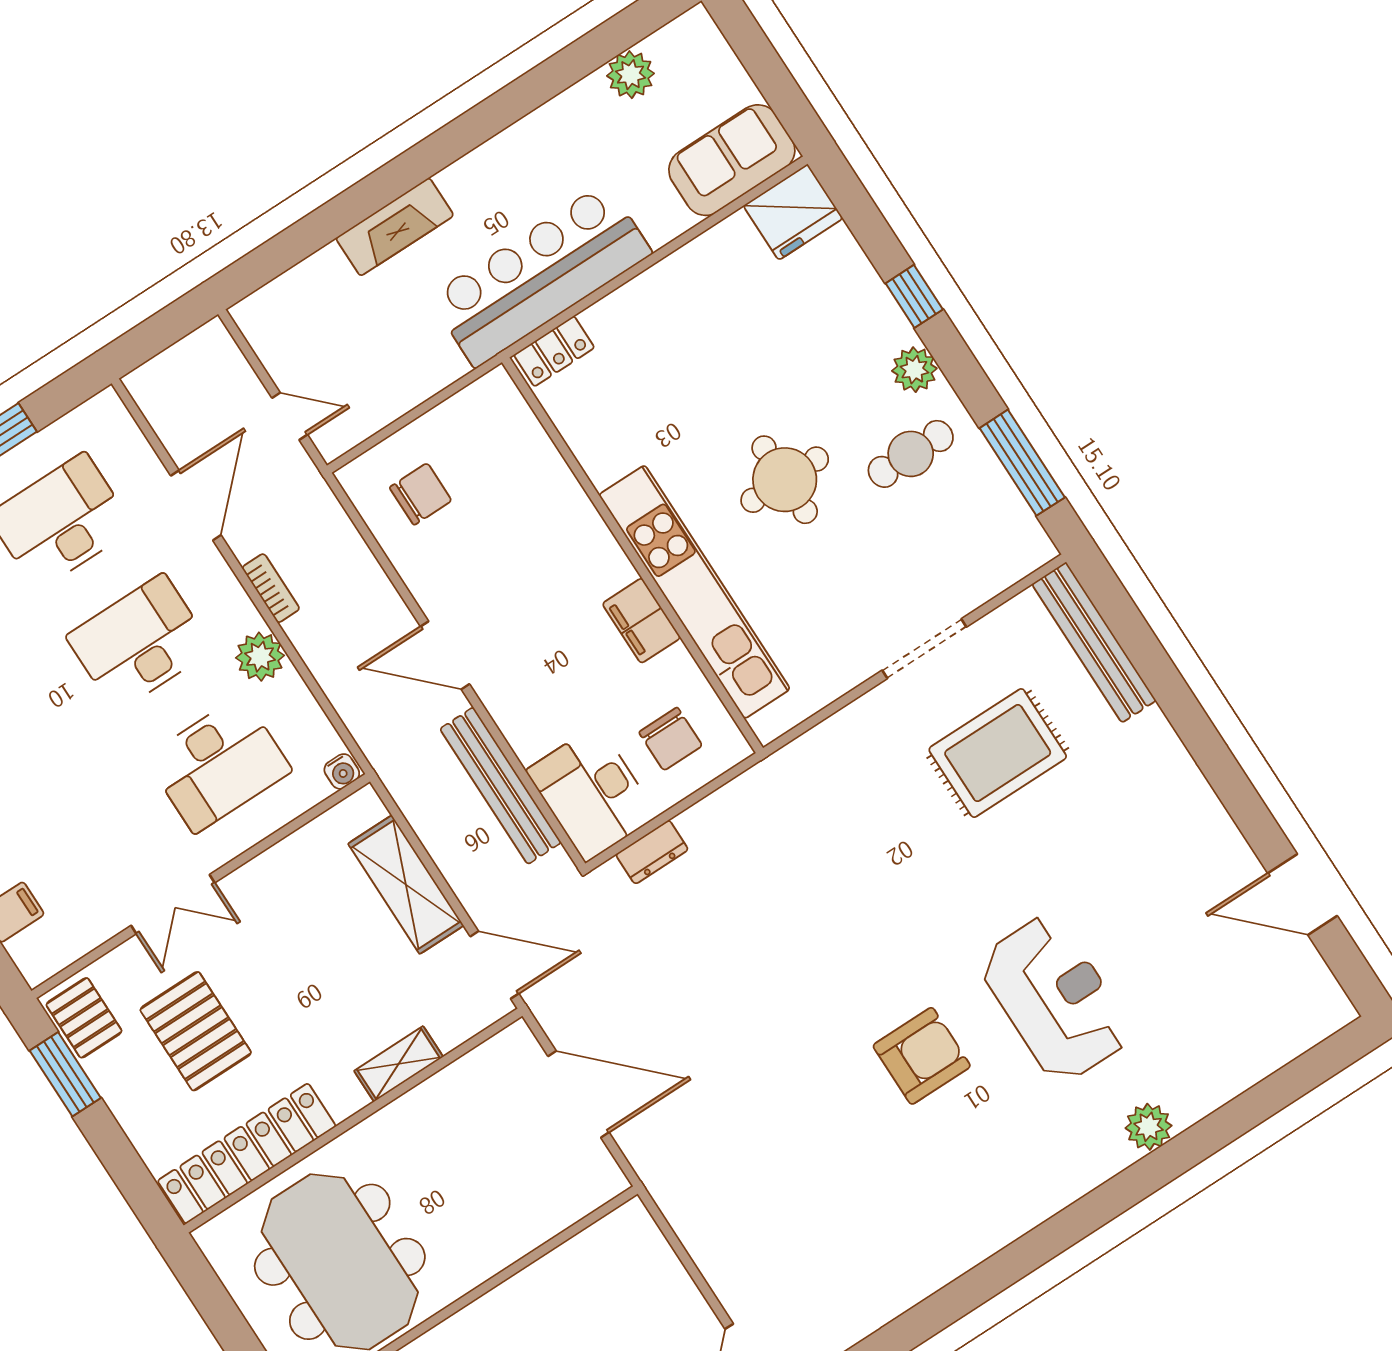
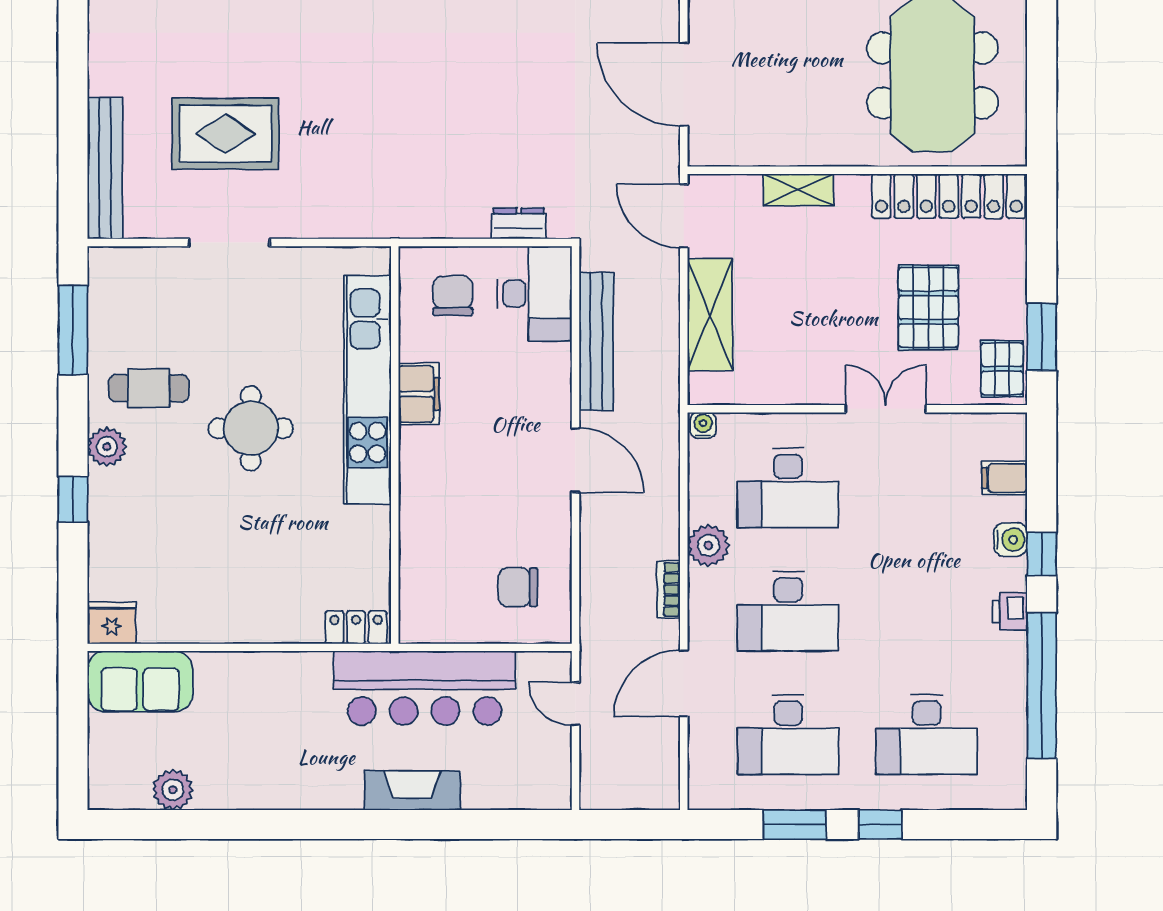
fridge: (793, 212) -> (112, 623), width x0.73, depth x0.75
bar counter: (541, 275) -> (425, 688), moved
desk: (218, 764) -> (788, 488), turned 180

